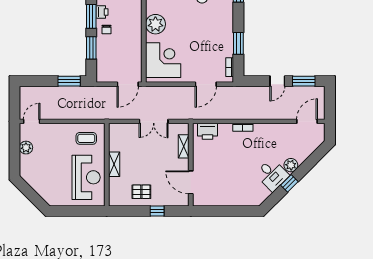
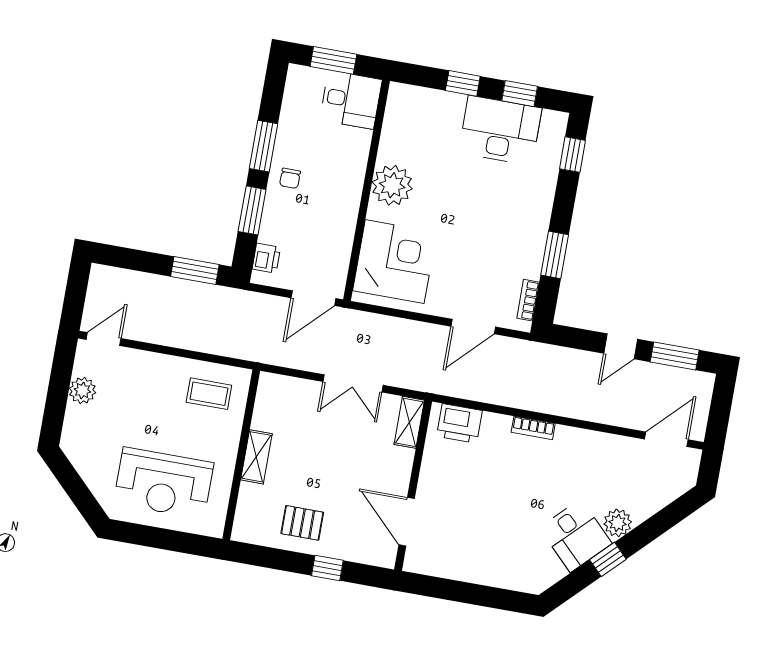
printer: (102, 12) -> (266, 258), moved
shelving: (184, 146) -> (409, 422), moved
reception desk: (86, 177) -> (164, 483), moved, turned 90

